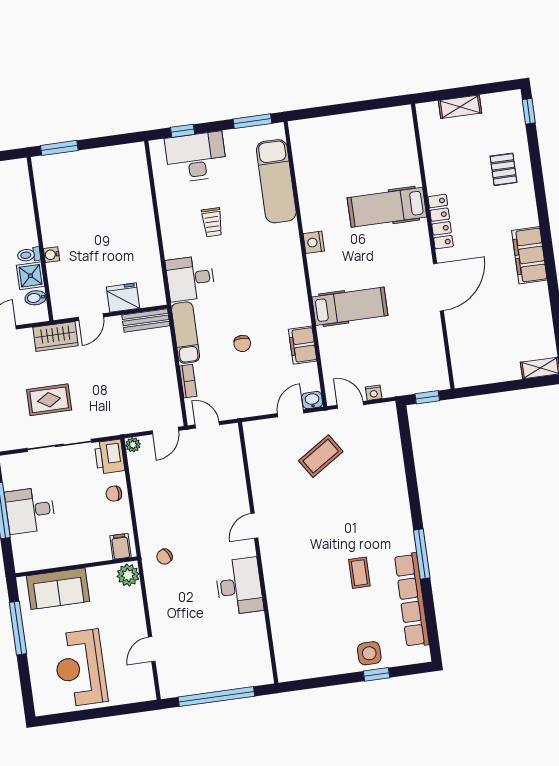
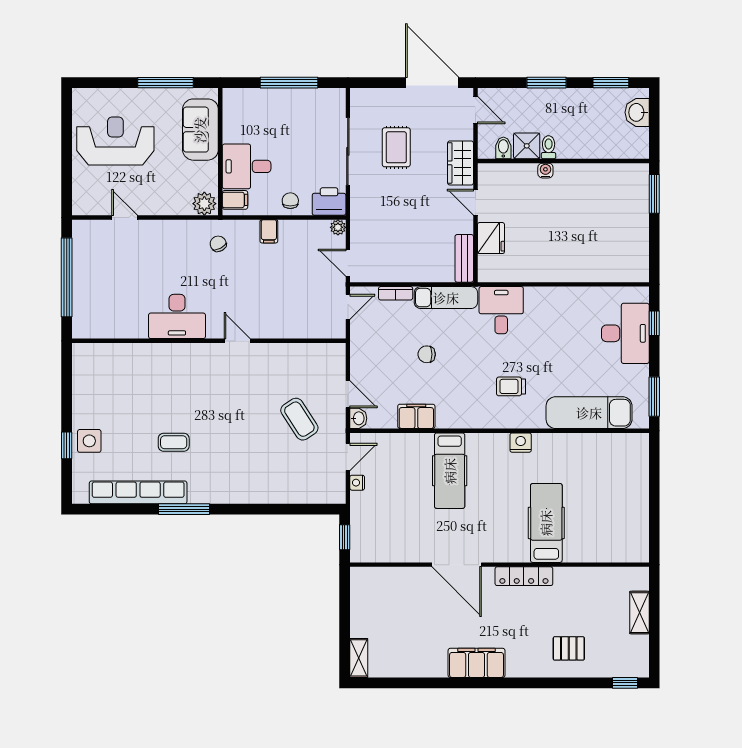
trolley: (212, 222) -> (511, 386), moved
desk: (30, 510) -> (247, 166), moved, turned -90
filing cabinet: (146, 510) -> (269, 231), added

